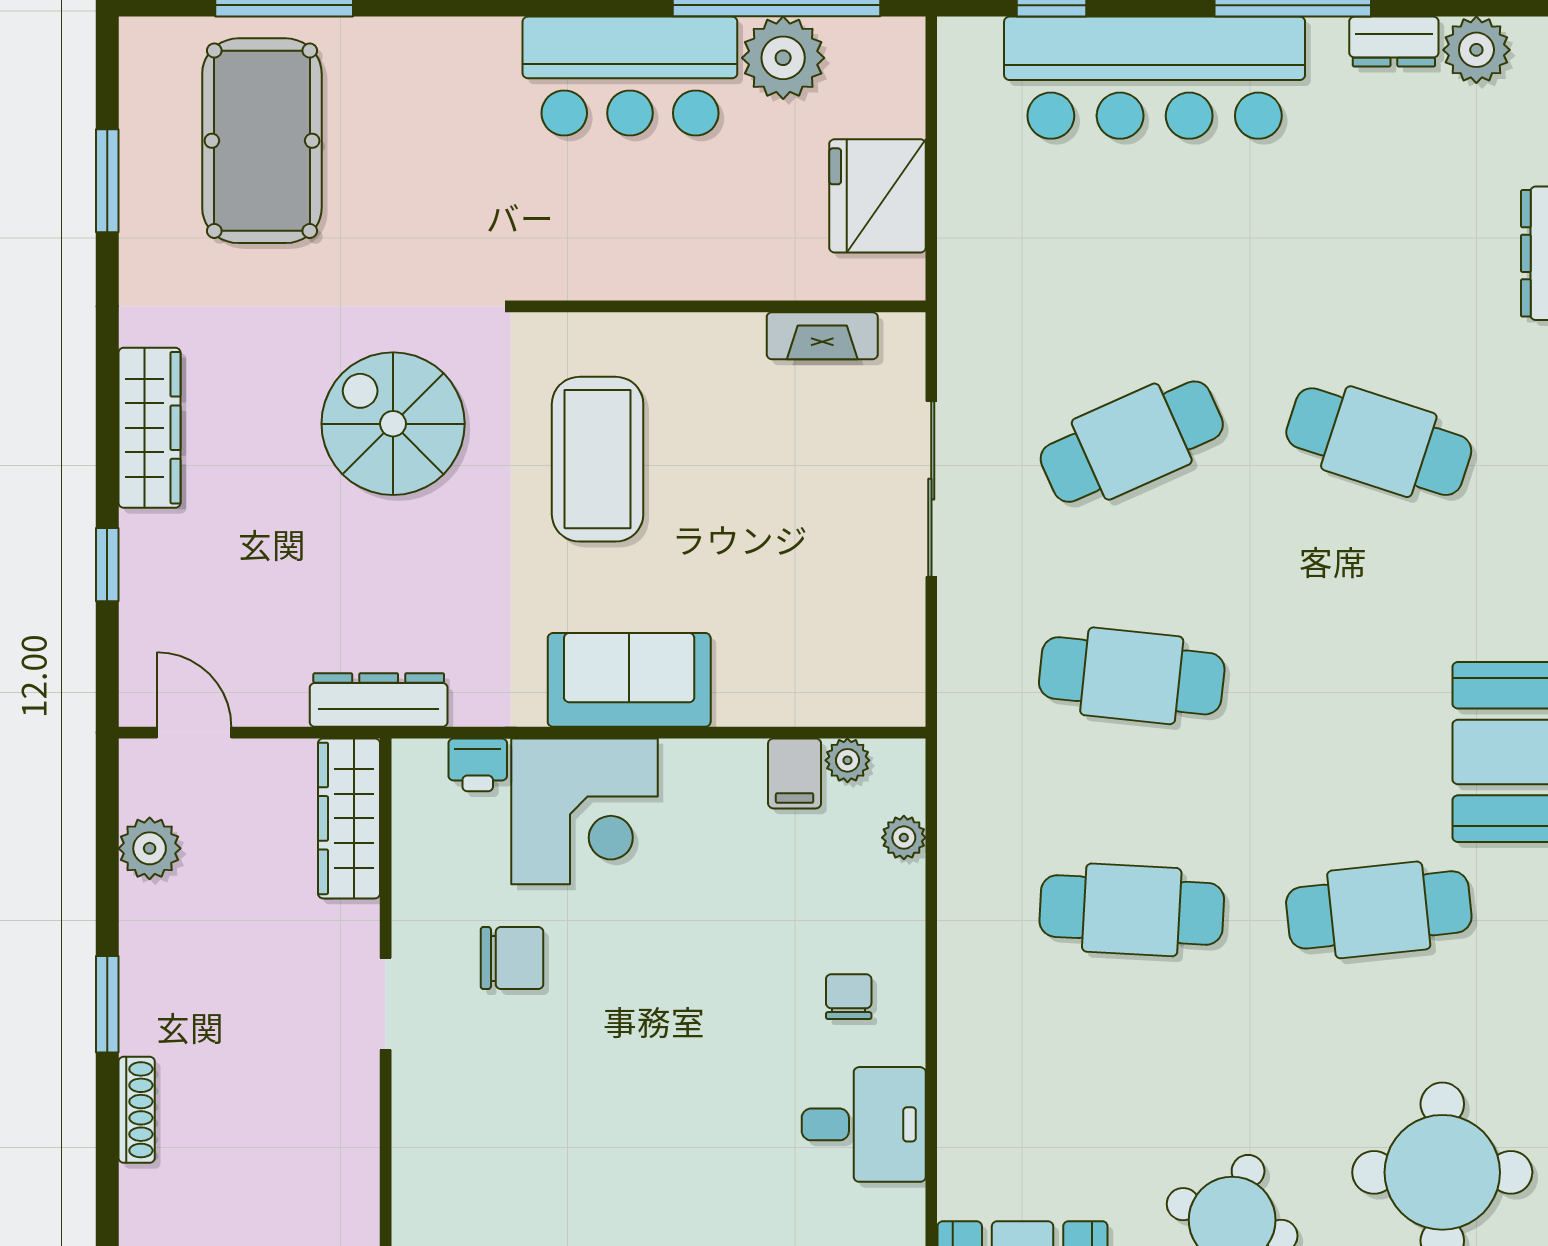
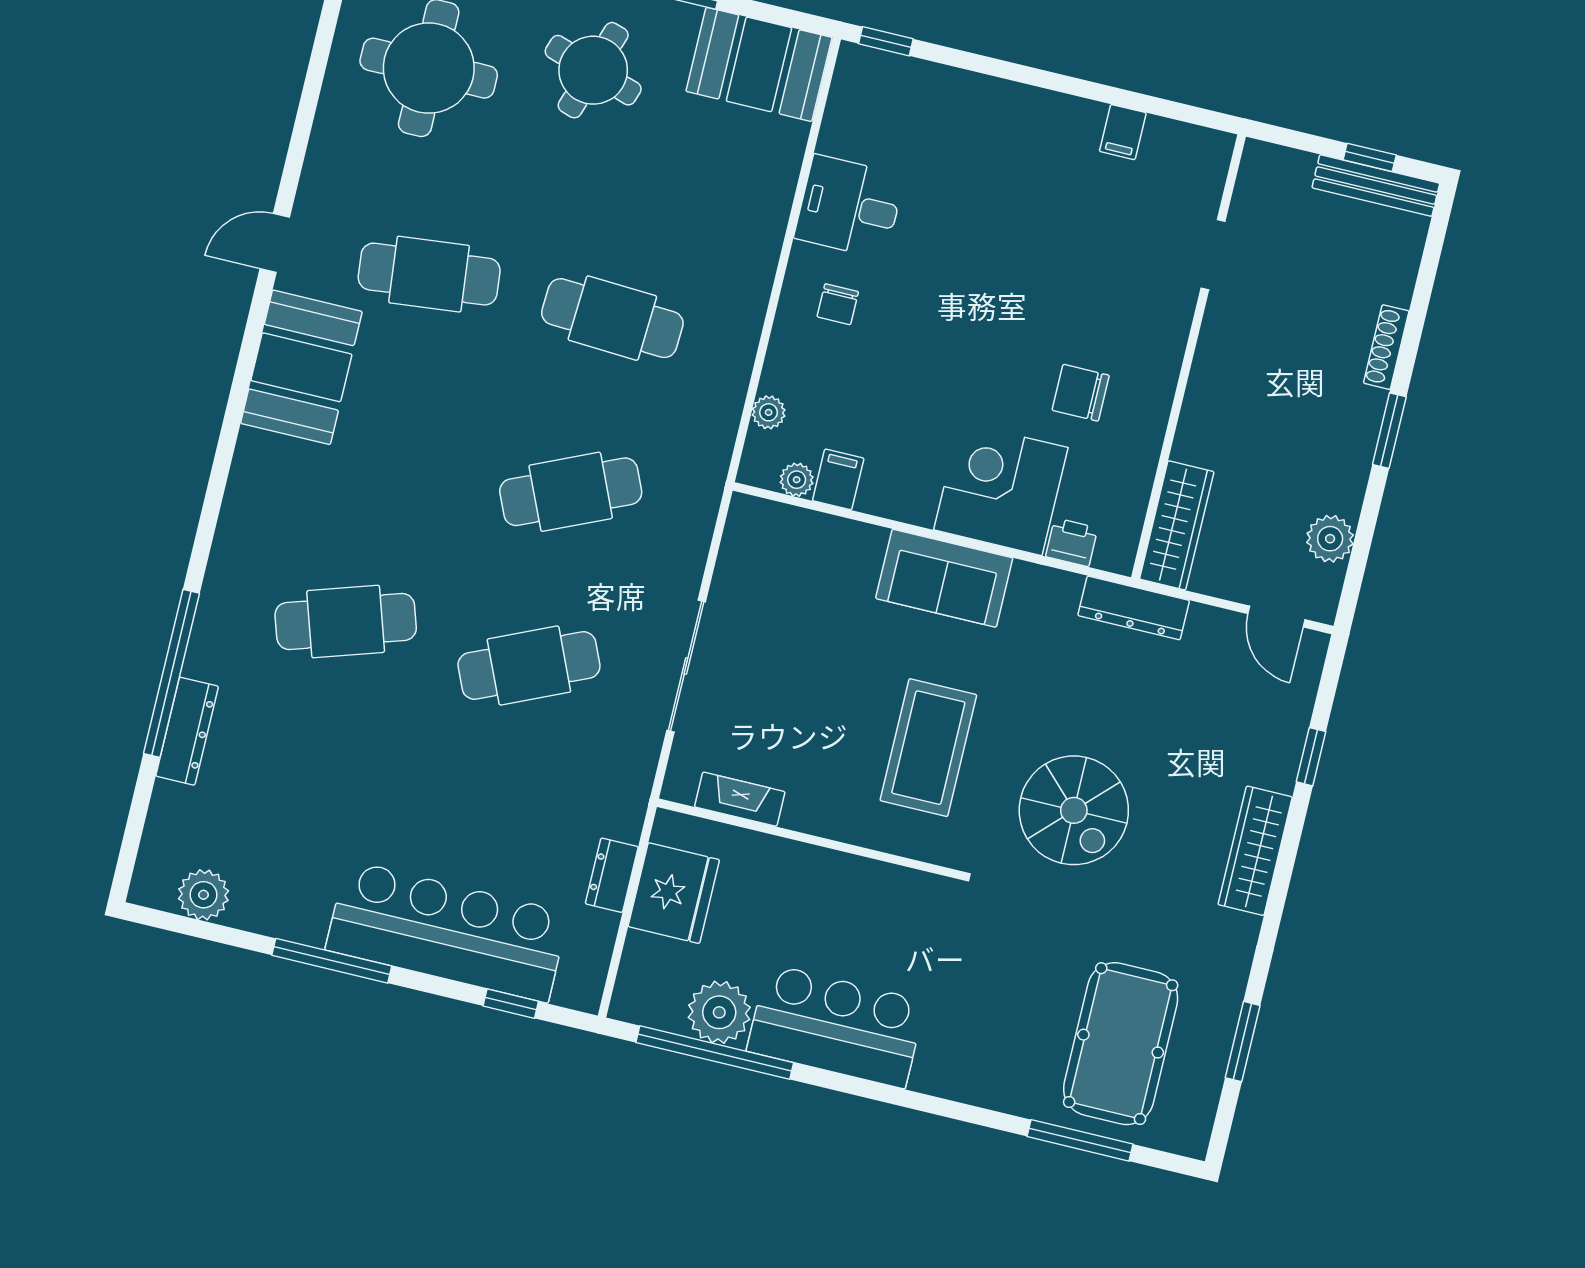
dresser: (1394, 42) -> (612, 875), moved, turned -90
cafe table: (1379, 442) -> (346, 621), turned -36
cafe table: (1132, 676) -> (571, 492), turned -30
doorway: (386, 1004) -> (1213, 255), moved

